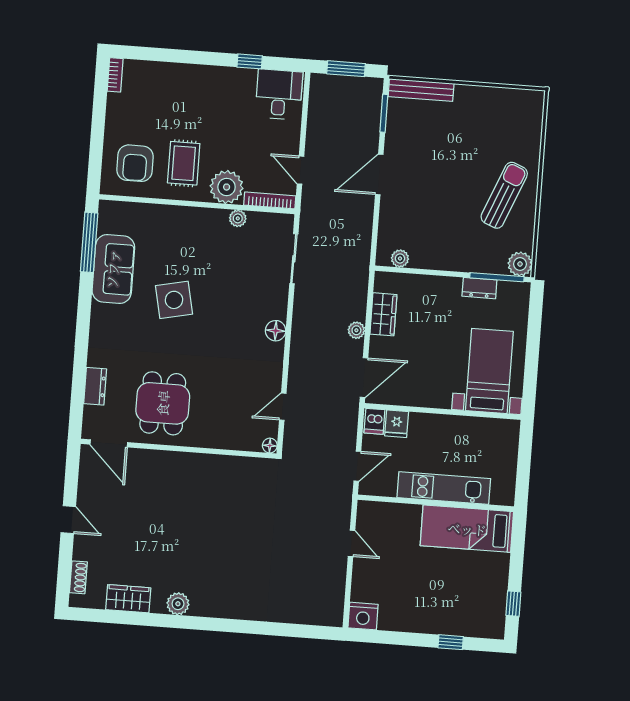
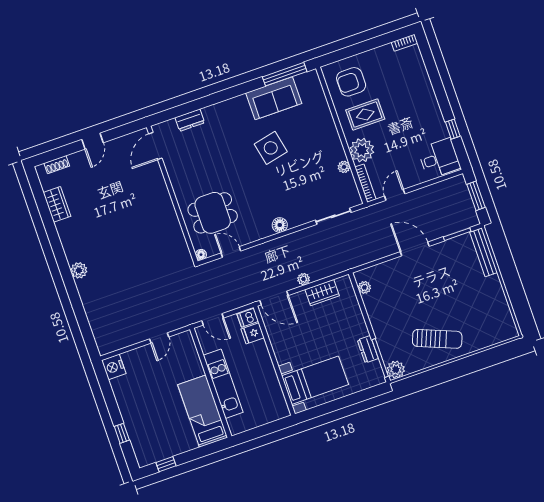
dining table: (163, 403) -> (213, 213), moved
plant: (178, 604) -> (79, 270), moved

